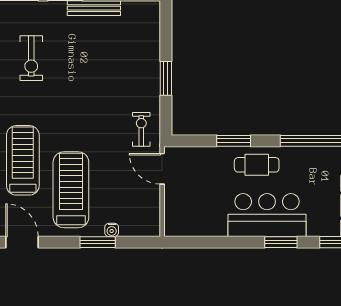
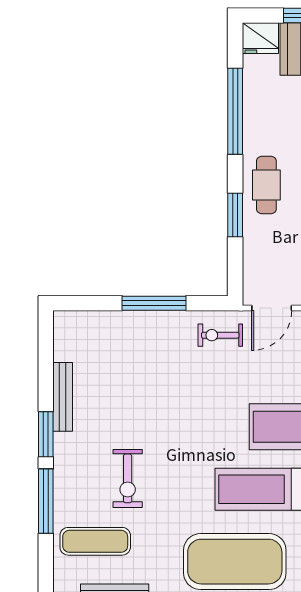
exercise bike: (31, 58) -> (128, 478), turned 90
window: (166, 78) -> (154, 303), width x1.44

